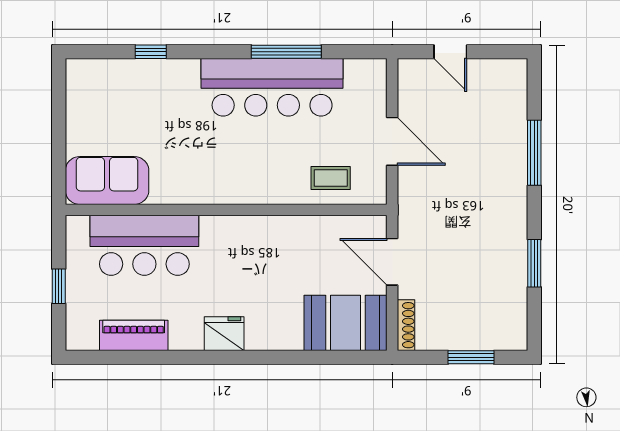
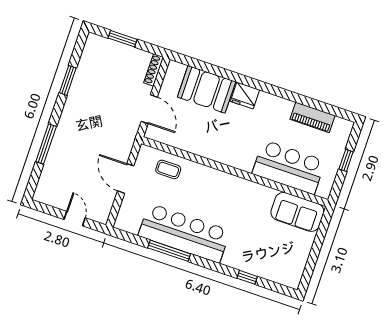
booth: (345, 323) -> (207, 89), moved
fridge: (224, 334) -> (245, 96), moved

